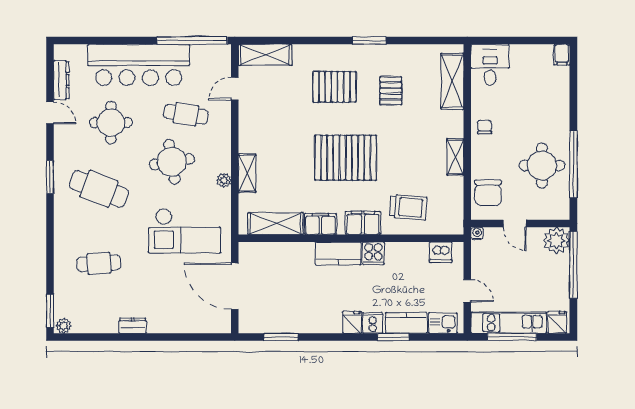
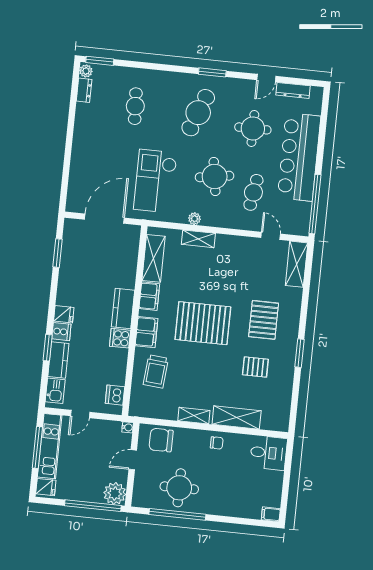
shelving: (452, 81) -> (237, 417), moved
pallet: (346, 158) -> (203, 323), turned 90
dresser: (133, 326) -> (84, 90), moved

